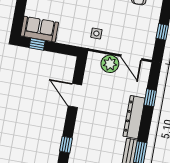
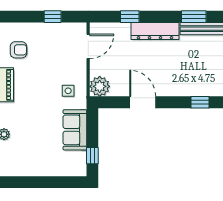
sofa: (40, 29) -> (75, 130), moved
plant: (110, 64) -> (100, 86), moved
door: (75, 95) -> (143, 102), swing flipped

